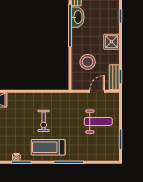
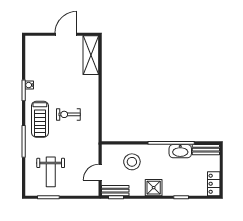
door: (97, 91) -> (100, 172), swing flipped
weight bench: (98, 122) -> (51, 172), moved
treadmill: (48, 147) -> (40, 119), turned 180

